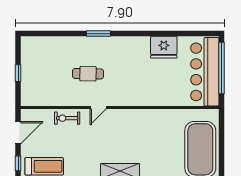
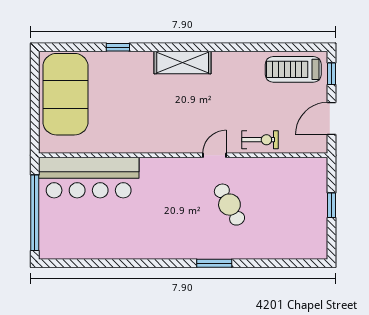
fridge: (164, 47) -> (119, 243), removed
bar counter: (205, 72) -> (89, 178), moved, turned 90
cafe table: (88, 74) -> (229, 205), turned 60

